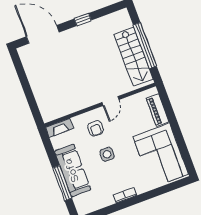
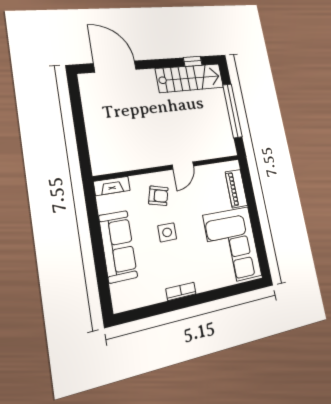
window: (83, 19) -> (193, 61), moved
stairs: (134, 57) -> (190, 78), moved, turned -90
armchair: (95, 128) -> (158, 196), turned -75
window: (62, 183) -> (100, 262), removed

